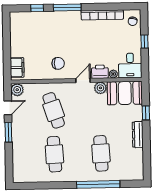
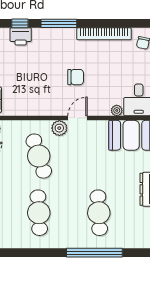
chair: (58, 63) -> (76, 77), moved
printer: (100, 72) -> (21, 36), moved, turned 180
plant: (100, 88) -> (59, 128), moved

